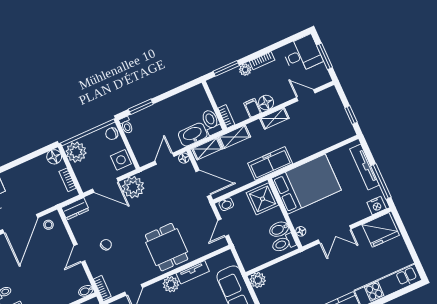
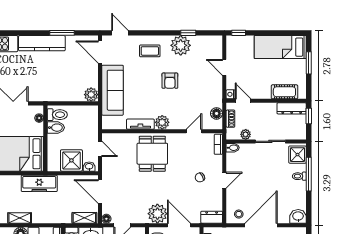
shelving: (234, 137) -> (58, 217), removed
shower: (263, 199) -> (71, 160), moved
door: (223, 228) -> (100, 149), hinge flipped

